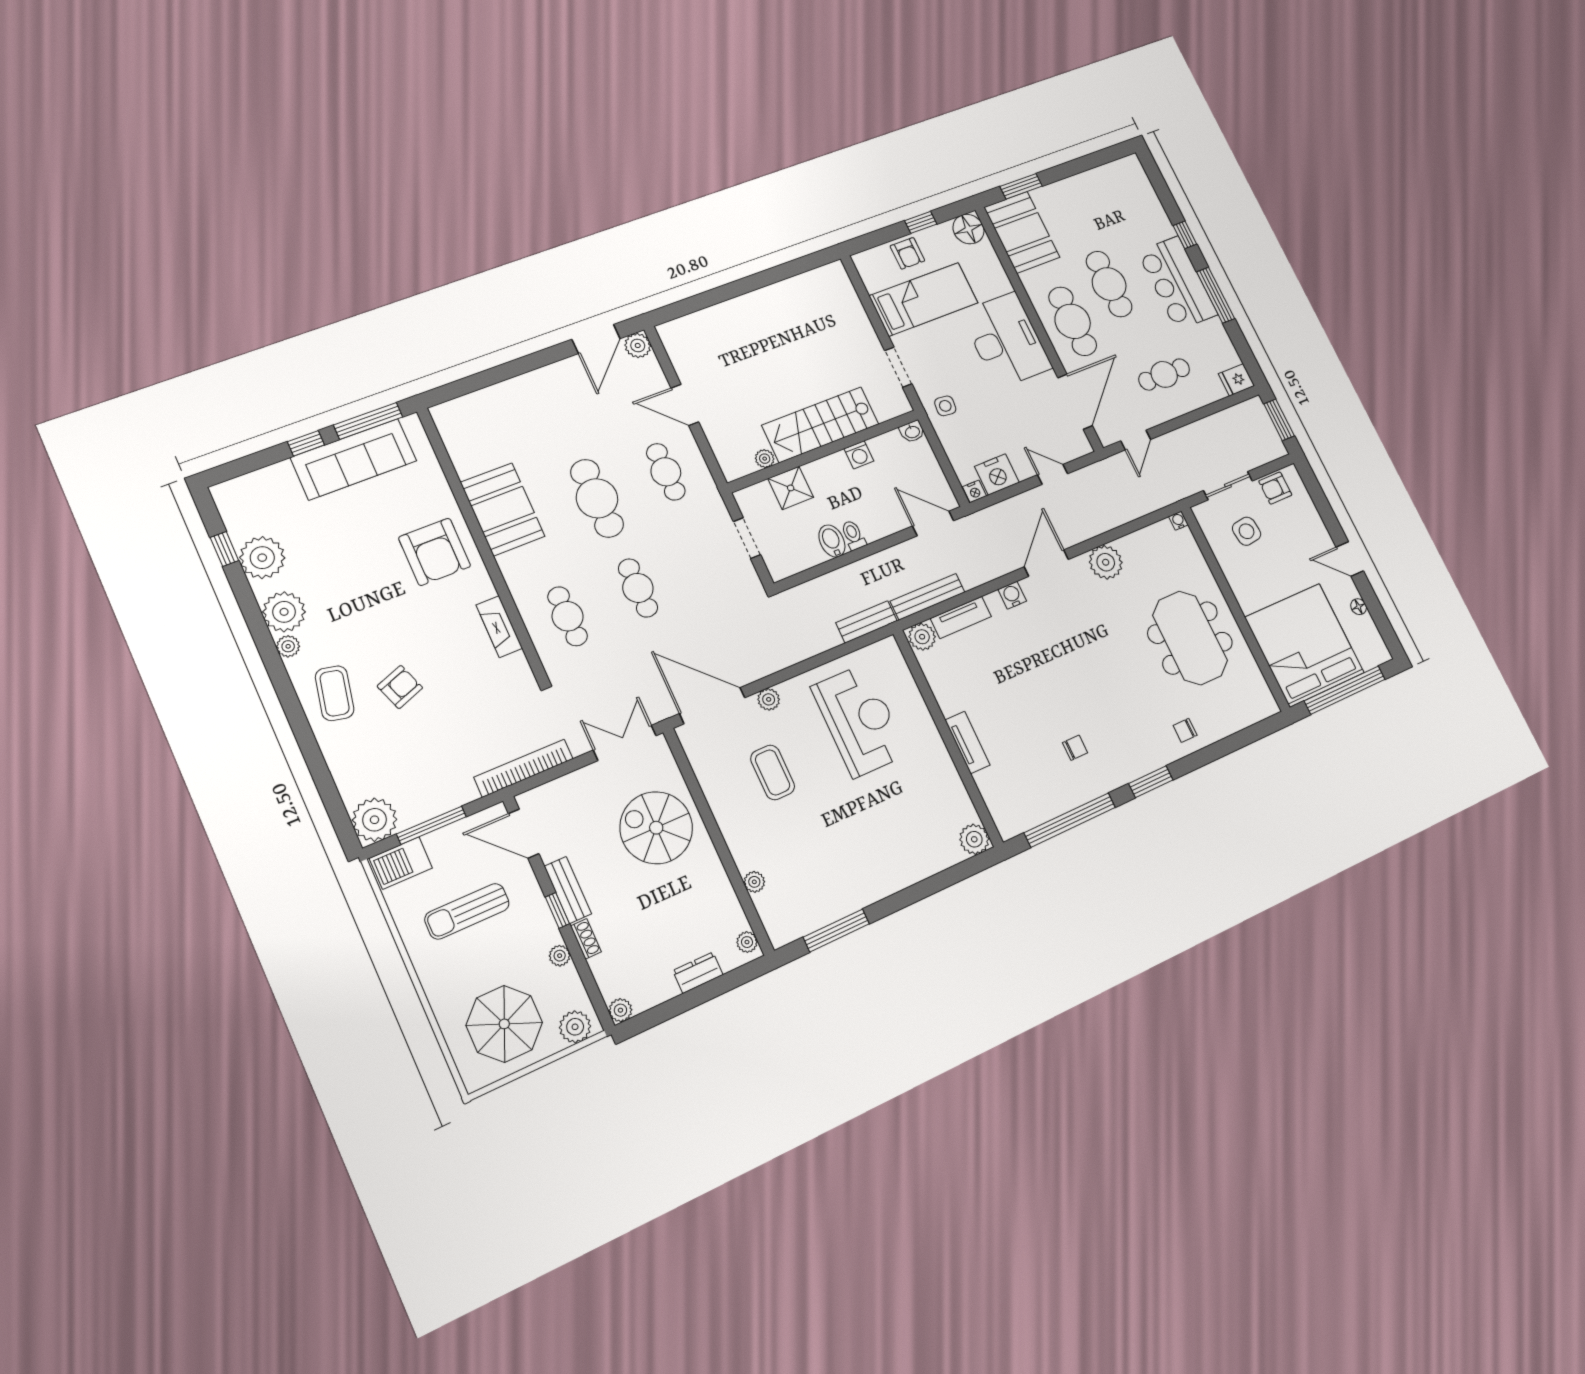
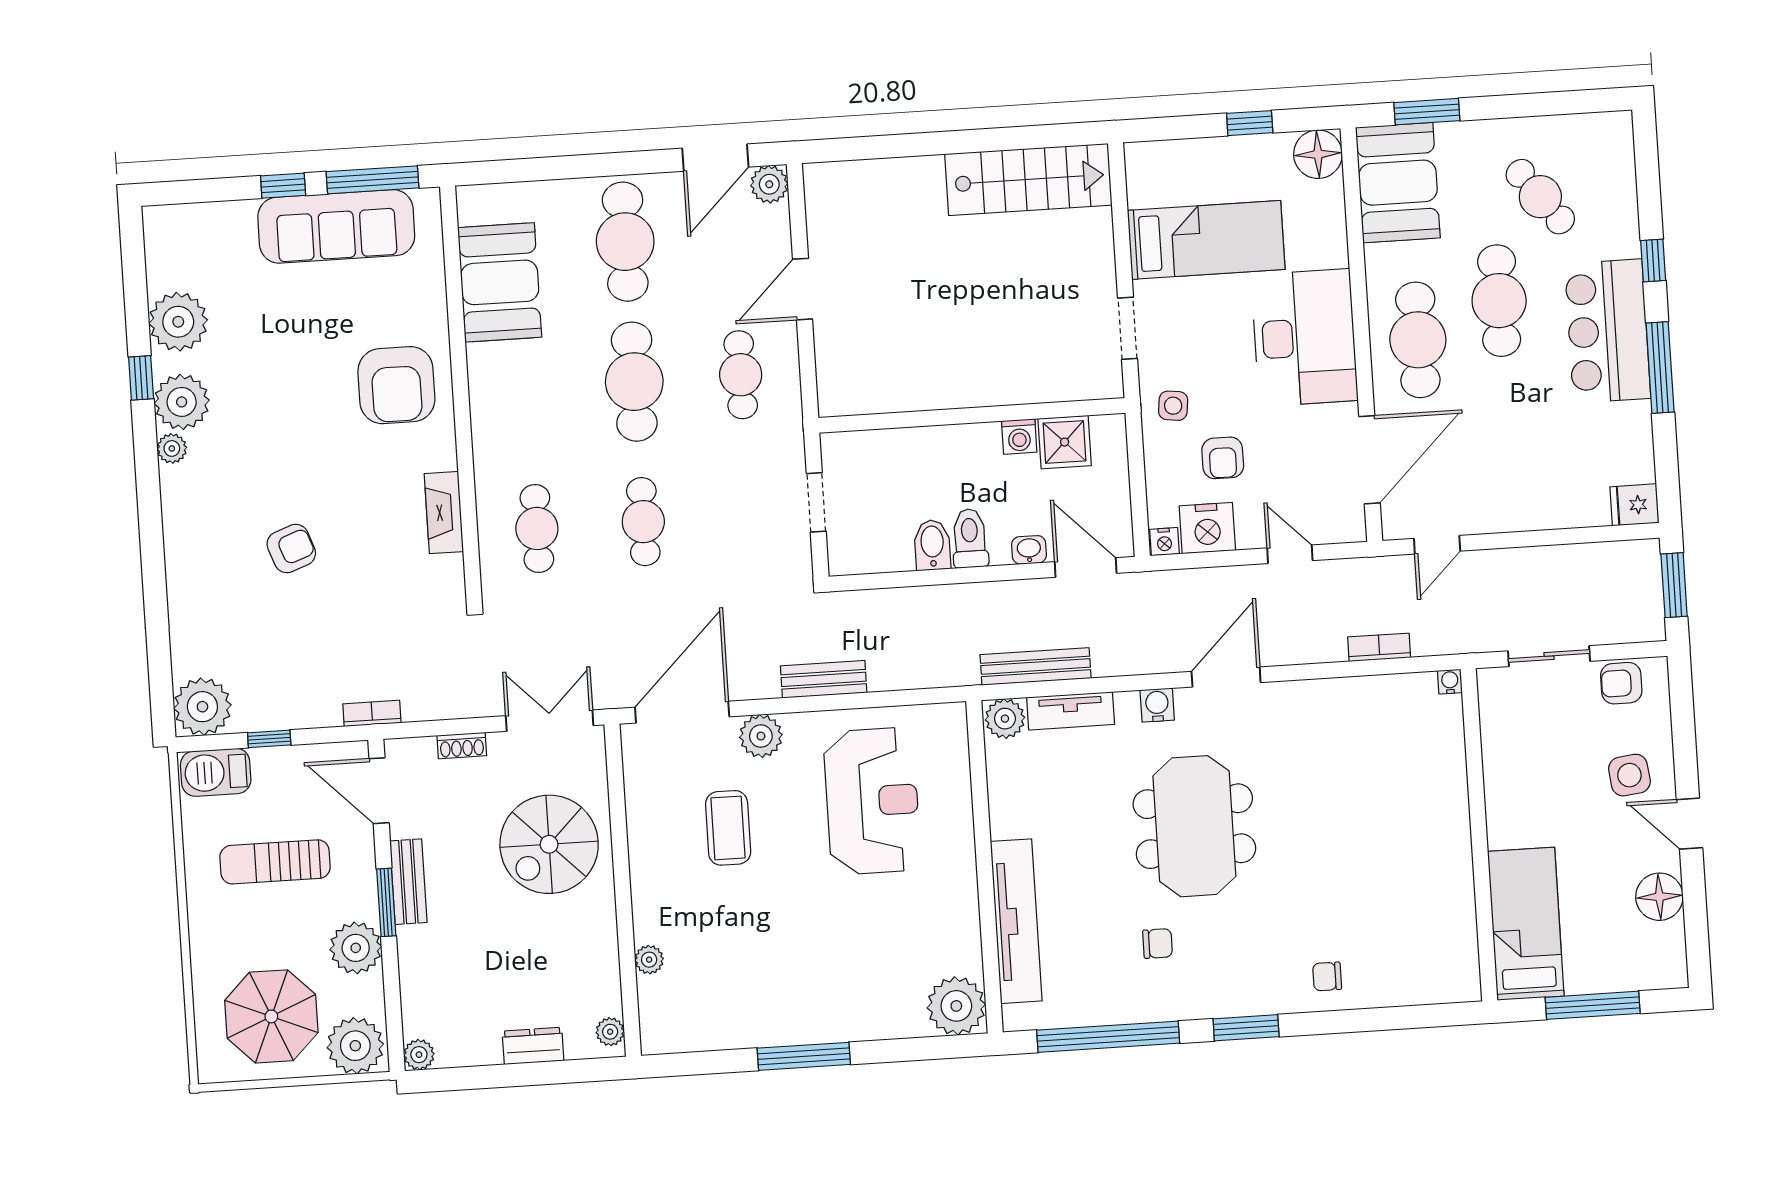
armchair: (907, 253) -> (1223, 458), moved
cafe table: (1164, 374) -> (1540, 197), moved, turned 53
door: (685, 405) -> (802, 289), hinge flipped
cafe table: (557, 410) -> (625, 242), added
stairs: (820, 425) -> (1028, 180), moved, turned 180
washbasin: (912, 432) -> (1029, 550), moved, turned 180
plant: (765, 459) -> (884, 400), removed
shower: (791, 488) -> (1065, 442), moved
booth: (503, 509) -> (500, 282), moved
bookcase: (1129, 514) -> (1379, 647), added
side table: (1247, 531) -> (1629, 775), moved
toilet: (853, 535) -> (970, 538), width x1.37, depth x1.39
window: (224, 549) -> (141, 378), moved
plant: (1106, 562) -> (1314, 705), removed
floor lamp: (1359, 607) -> (1659, 897), width x1.89, depth x1.89
bench: (867, 622) -> (824, 679), moved
meeting table: (1190, 638) -> (1194, 826), moved
bed: (1304, 645) -> (1526, 924), width x0.49
window: (1345, 690) -> (1593, 1005), width x0.68
coffee table: (335, 693) -> (208, 529), removed
plant: (769, 699) -> (761, 736), width x1.38, depth x1.38
door: (712, 706) -> (682, 712), hinge flipped
tv unit: (968, 742) -> (1016, 921), width x1.92, depth x1.29
bookcase: (524, 768) -> (372, 713), width x0.43, depth x0.76
window: (431, 825) -> (269, 739), width x0.46
spiral stairs: (656, 828) -> (549, 844), turned -90
plant: (974, 839) -> (956, 1006), width x1.36, depth x1.36
window: (557, 910) -> (386, 902), width x1.50
window: (836, 931) -> (804, 1056), moved
shoe rack: (586, 939) -> (462, 746), moved, turned 90
plant: (560, 956) -> (356, 948), width x1.88, depth x1.88
plant: (575, 1027) -> (355, 1046), width x1.36, depth x1.36

